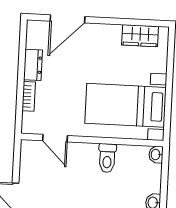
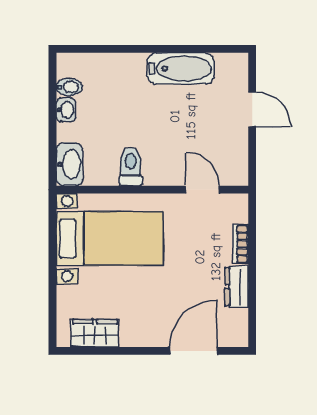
washbasin: (156, 155) -> (70, 164), width x1.91, depth x1.45

